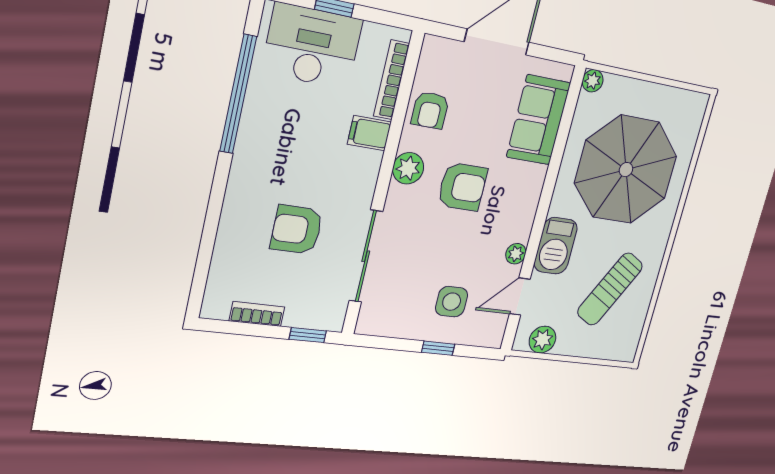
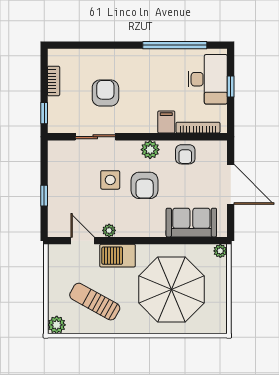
armchair: (430, 110) -> (185, 154), turned -90
sliding door: (366, 256) -> (95, 137), width x0.73
side table: (452, 302) -> (110, 180), moved
plant: (542, 340) -> (57, 325), moved

